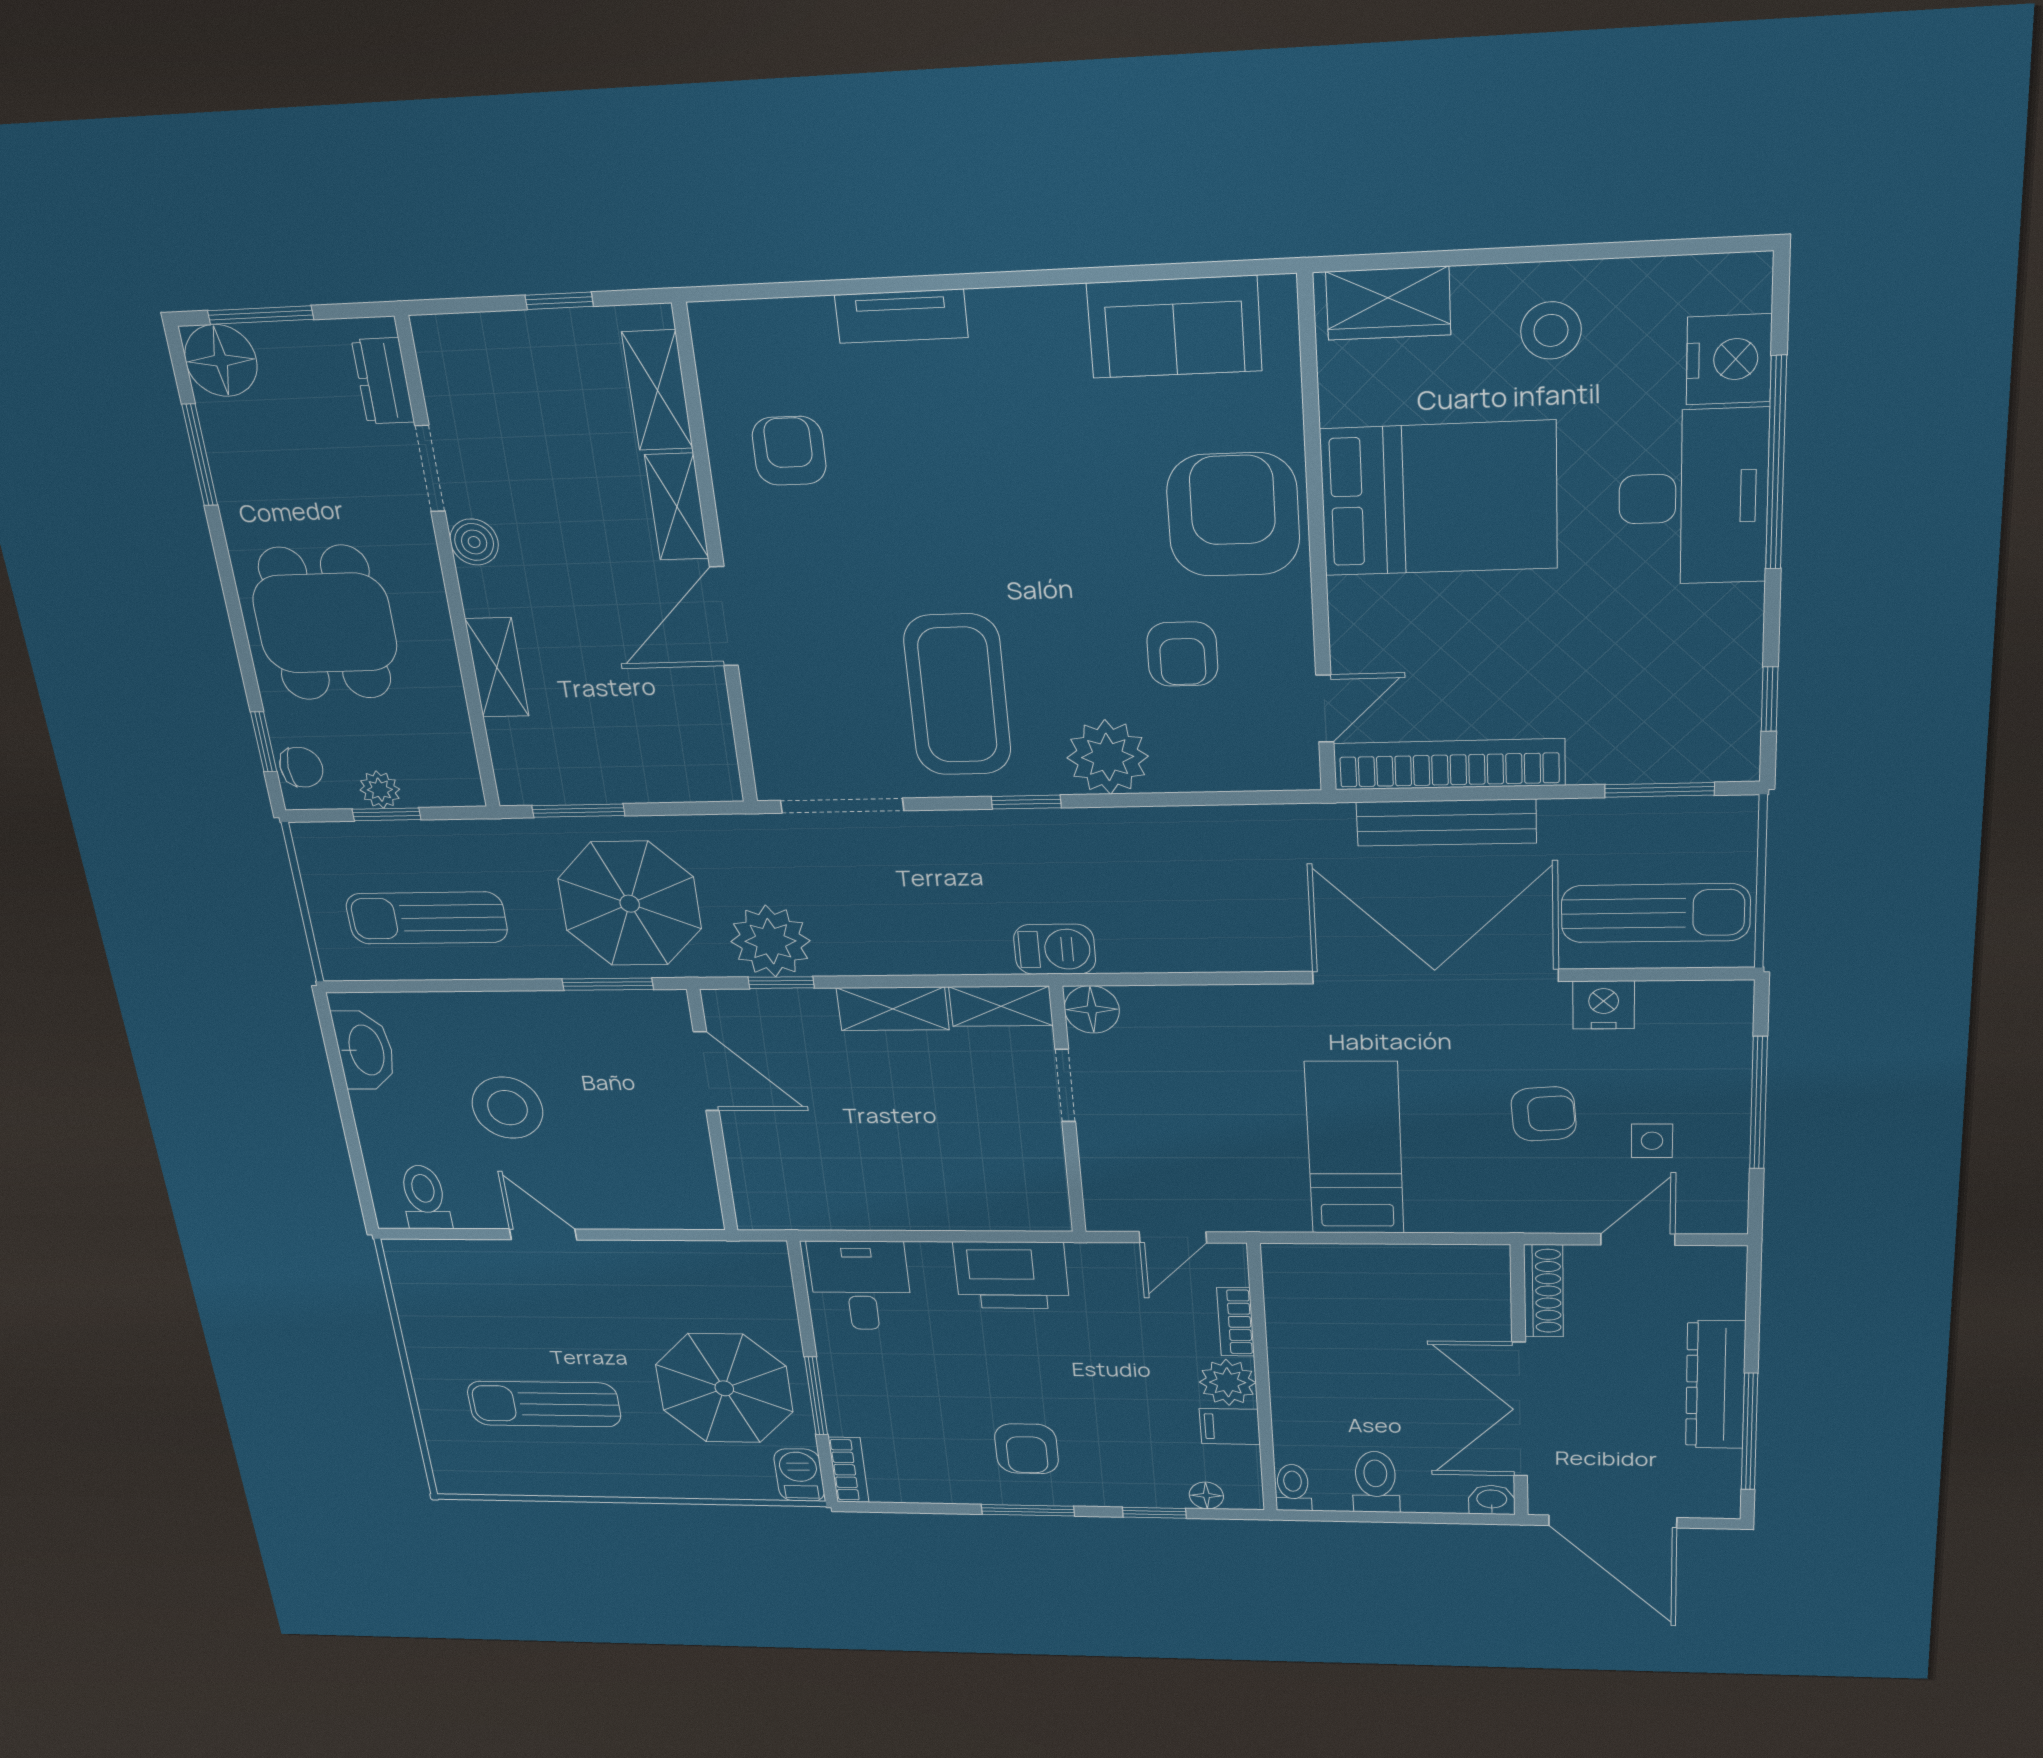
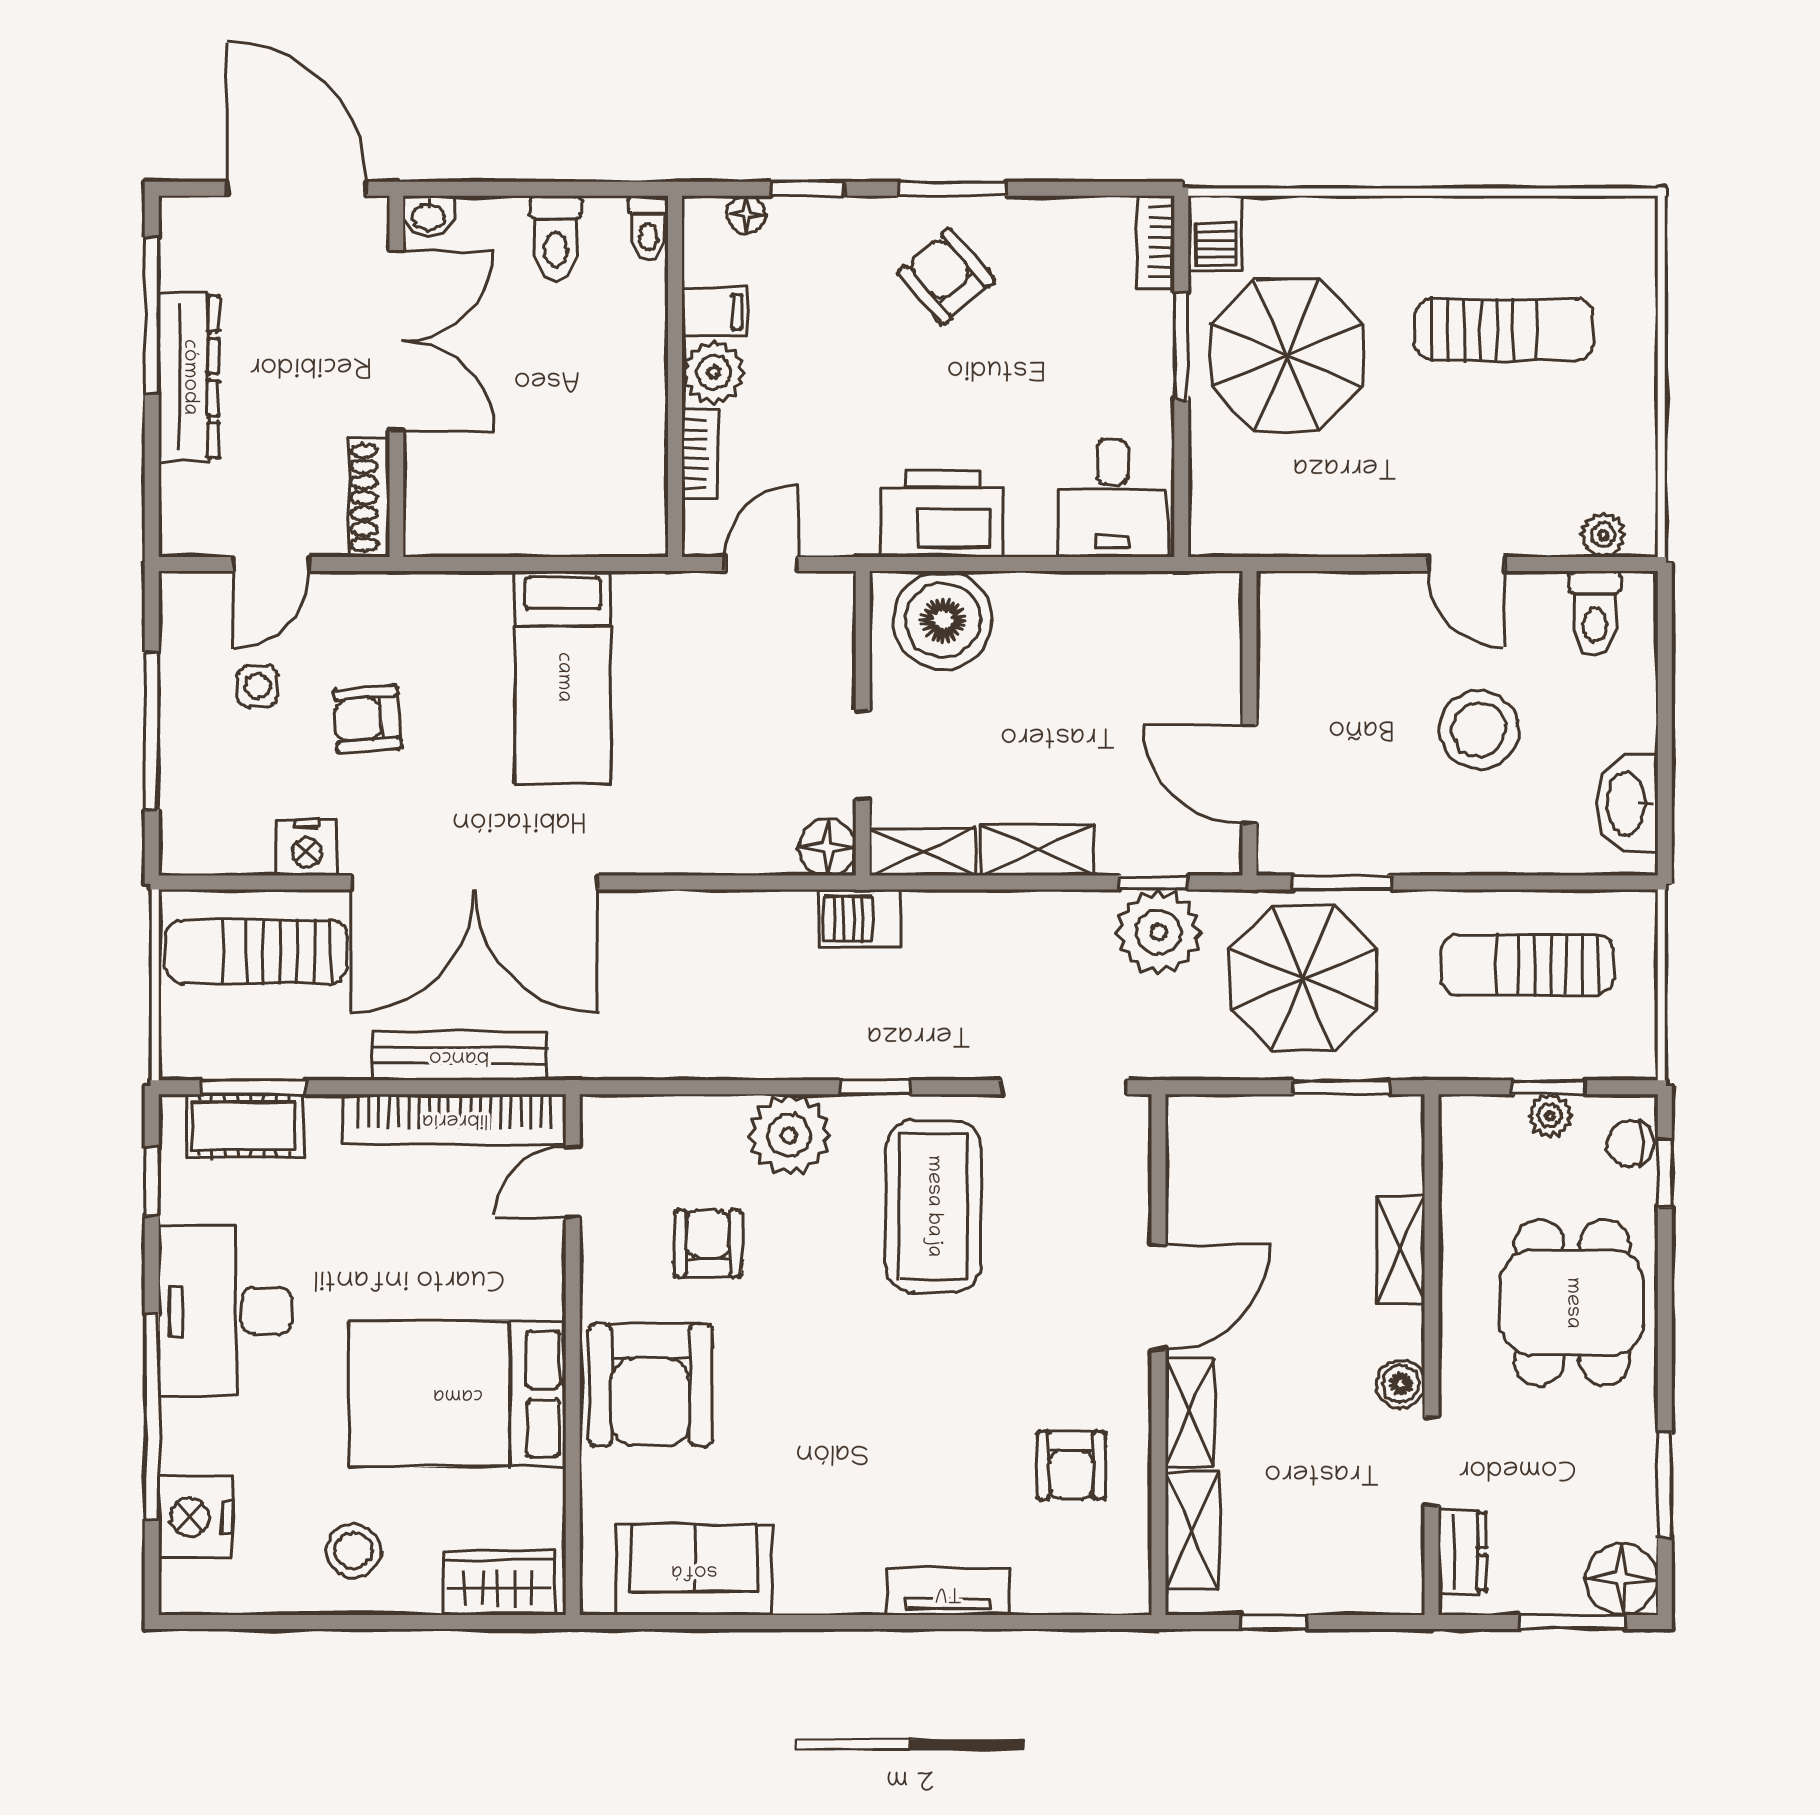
desk: (1693, 497) -> (225, 1311), moved
cot: (1670, 754) -> (244, 1126), added
sun lounger: (427, 918) -> (1527, 965), turned 180
boiler: (1002, 1193) -> (943, 620), added
plant: (430, 1255) -> (1603, 535), added
armchair: (1026, 1449) -> (946, 276), turned -41

